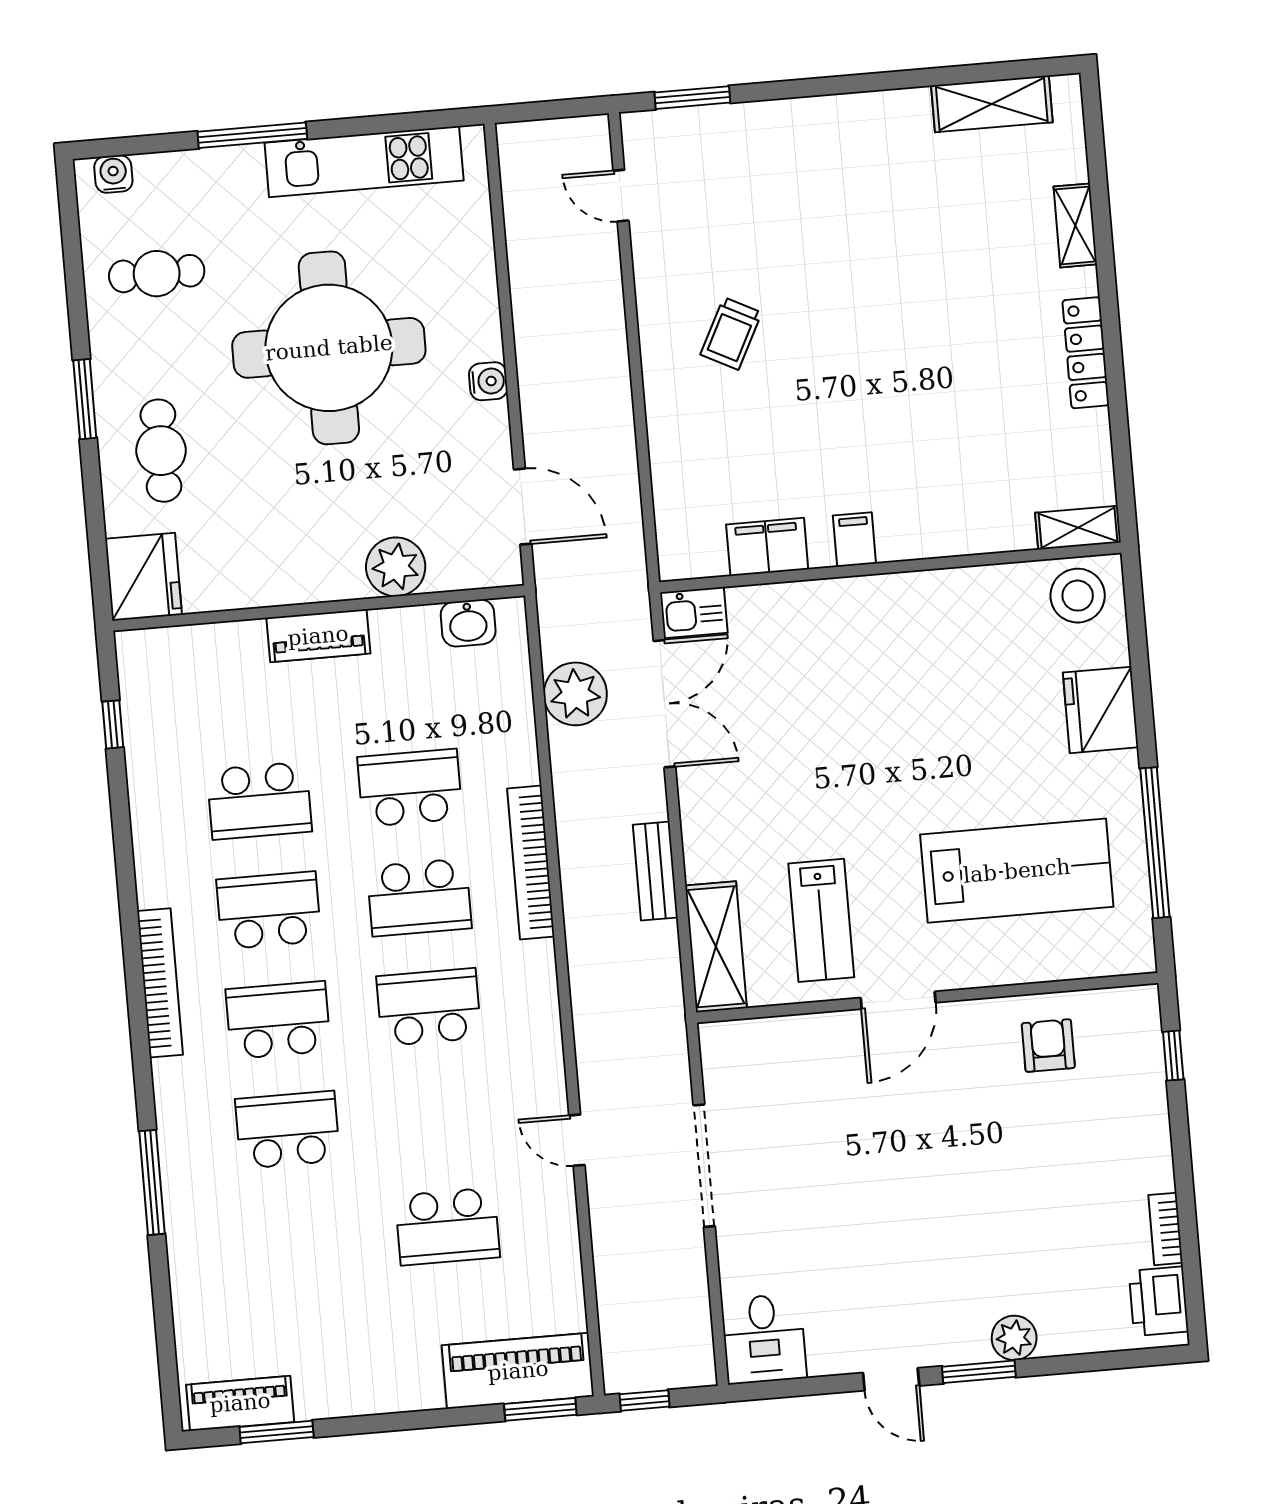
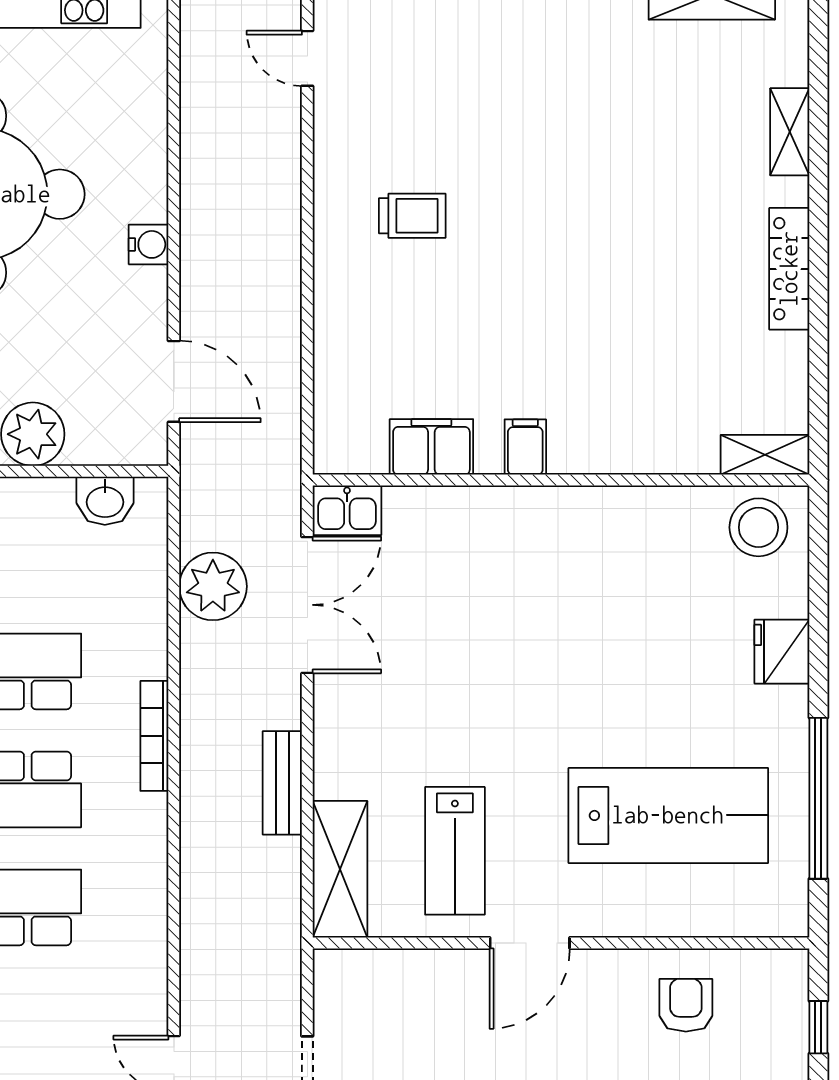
trolley: (731, 334) -> (412, 216), turned -117
fridge: (1101, 710) -> (782, 652), width x0.73, depth x0.75
bookcase: (531, 863) -> (154, 736), width x0.68, depth x0.76

